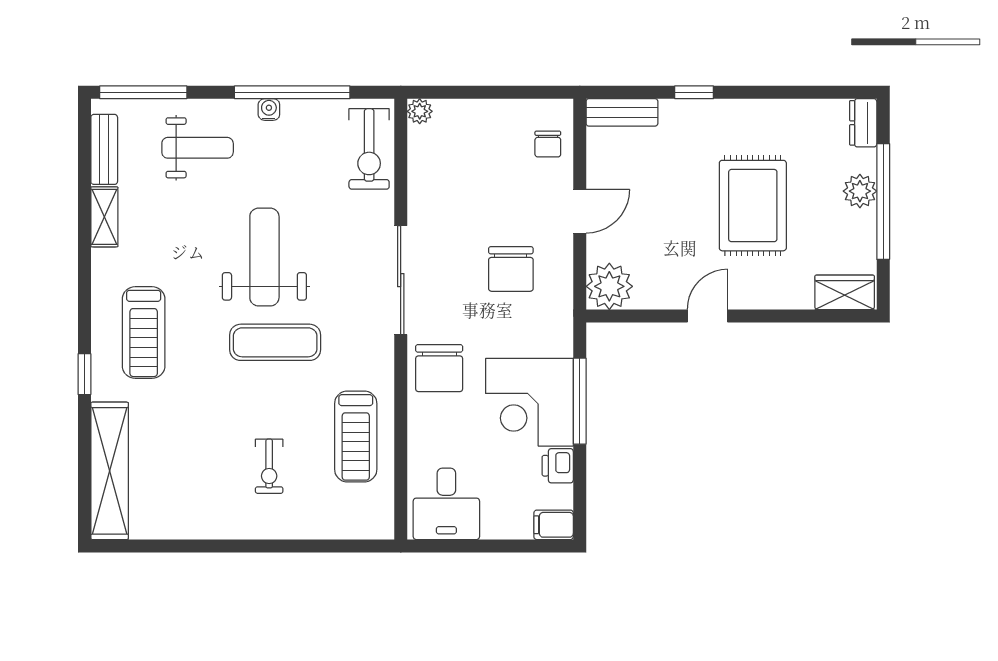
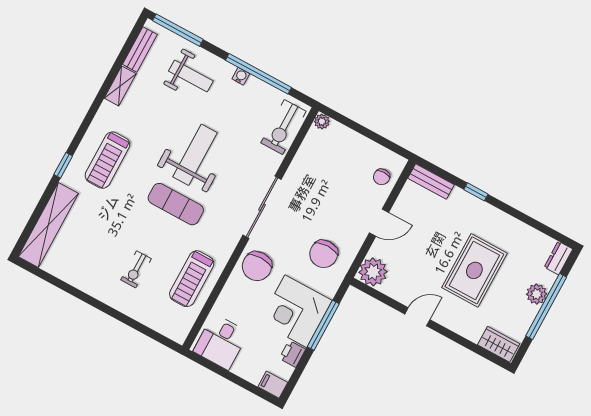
chair: (511, 269) -> (324, 254), moved

